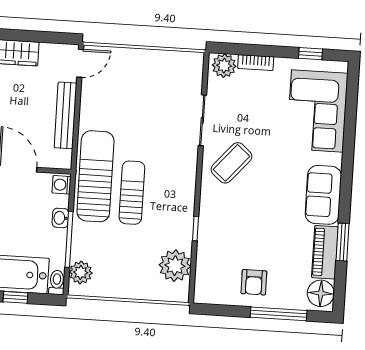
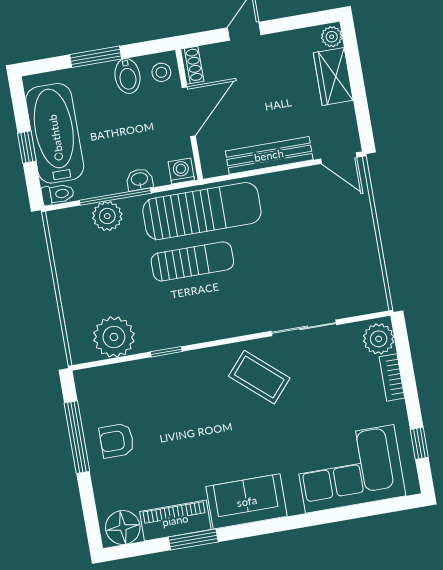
plant: (81, 272) -> (107, 216), moved
window: (279, 314) -> (77, 437), moved

